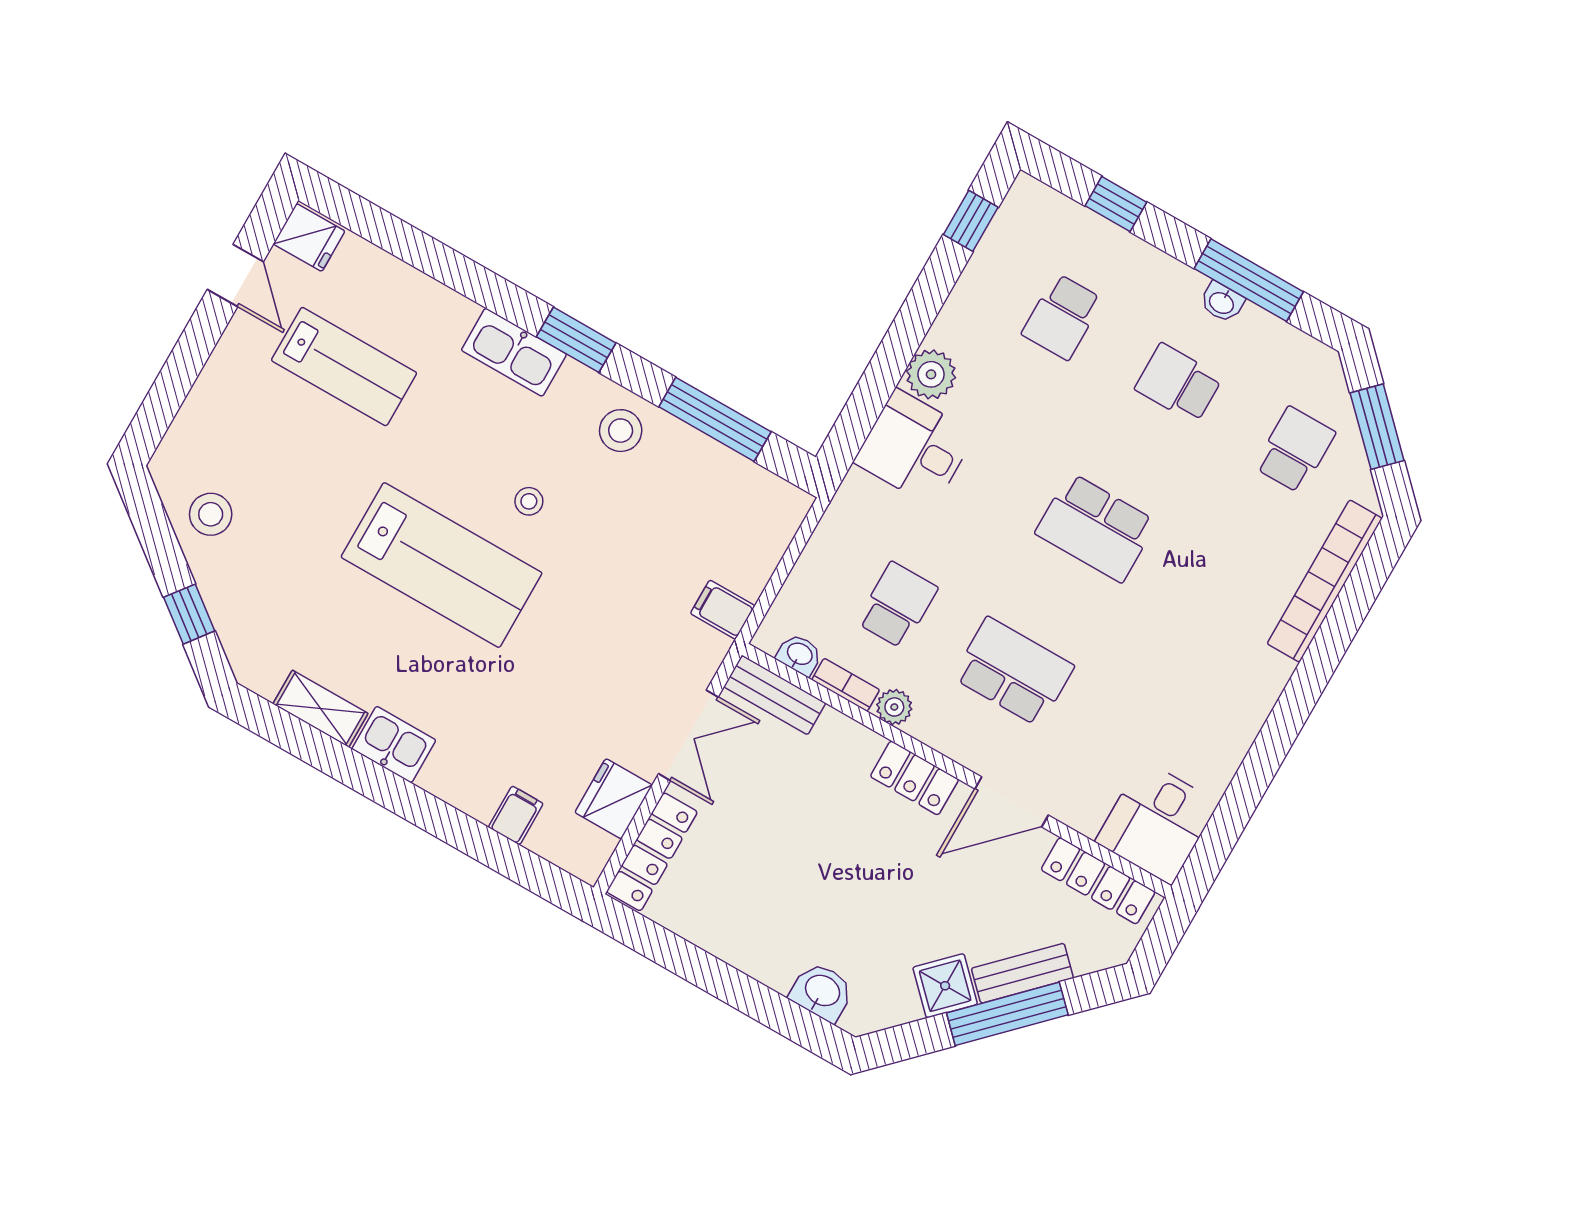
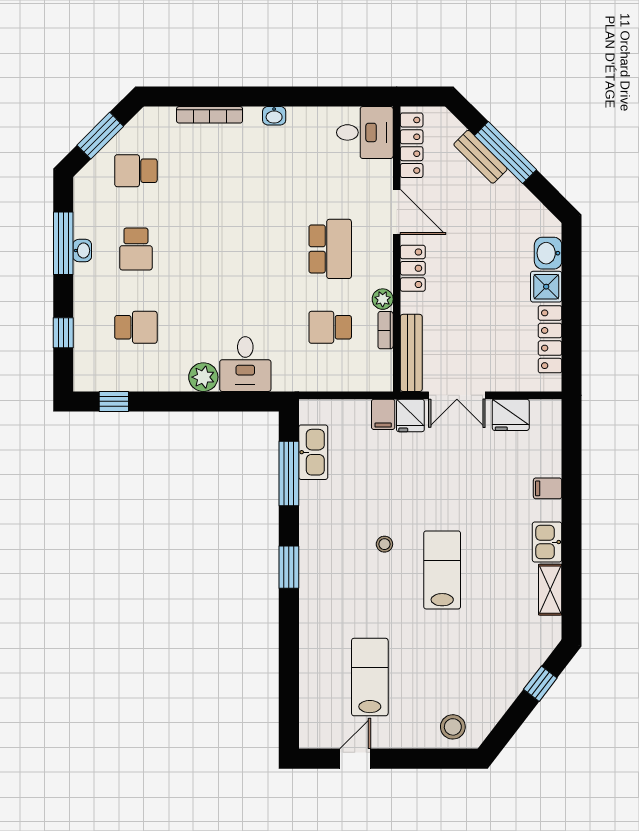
fridge: (309, 237) -> (410, 415), moved, turned 180
kitchen sink: (514, 352) -> (313, 452), moved
stool: (621, 431) -> (322, 518), removed
stool: (211, 514) -> (453, 727), moved
school desk: (1096, 527) -> (233, 249), removed
lab bench: (442, 565) -> (442, 570), width x0.73, depth x0.72
bookcase: (1325, 581) -> (210, 115), width x0.68, depth x0.76
washbasin: (799, 655) -> (274, 116), moved, turned -90
school desk: (1013, 672) -> (330, 249), turned 180
bench: (775, 695) -> (411, 353), width x1.36
double door: (688, 735) -> (457, 395), swing flipped
filing cabinet: (516, 815) -> (548, 488), moved
locker: (652, 852) -> (550, 339), moved, turned -90
shower: (945, 986) -> (546, 287), moved, turned 45

